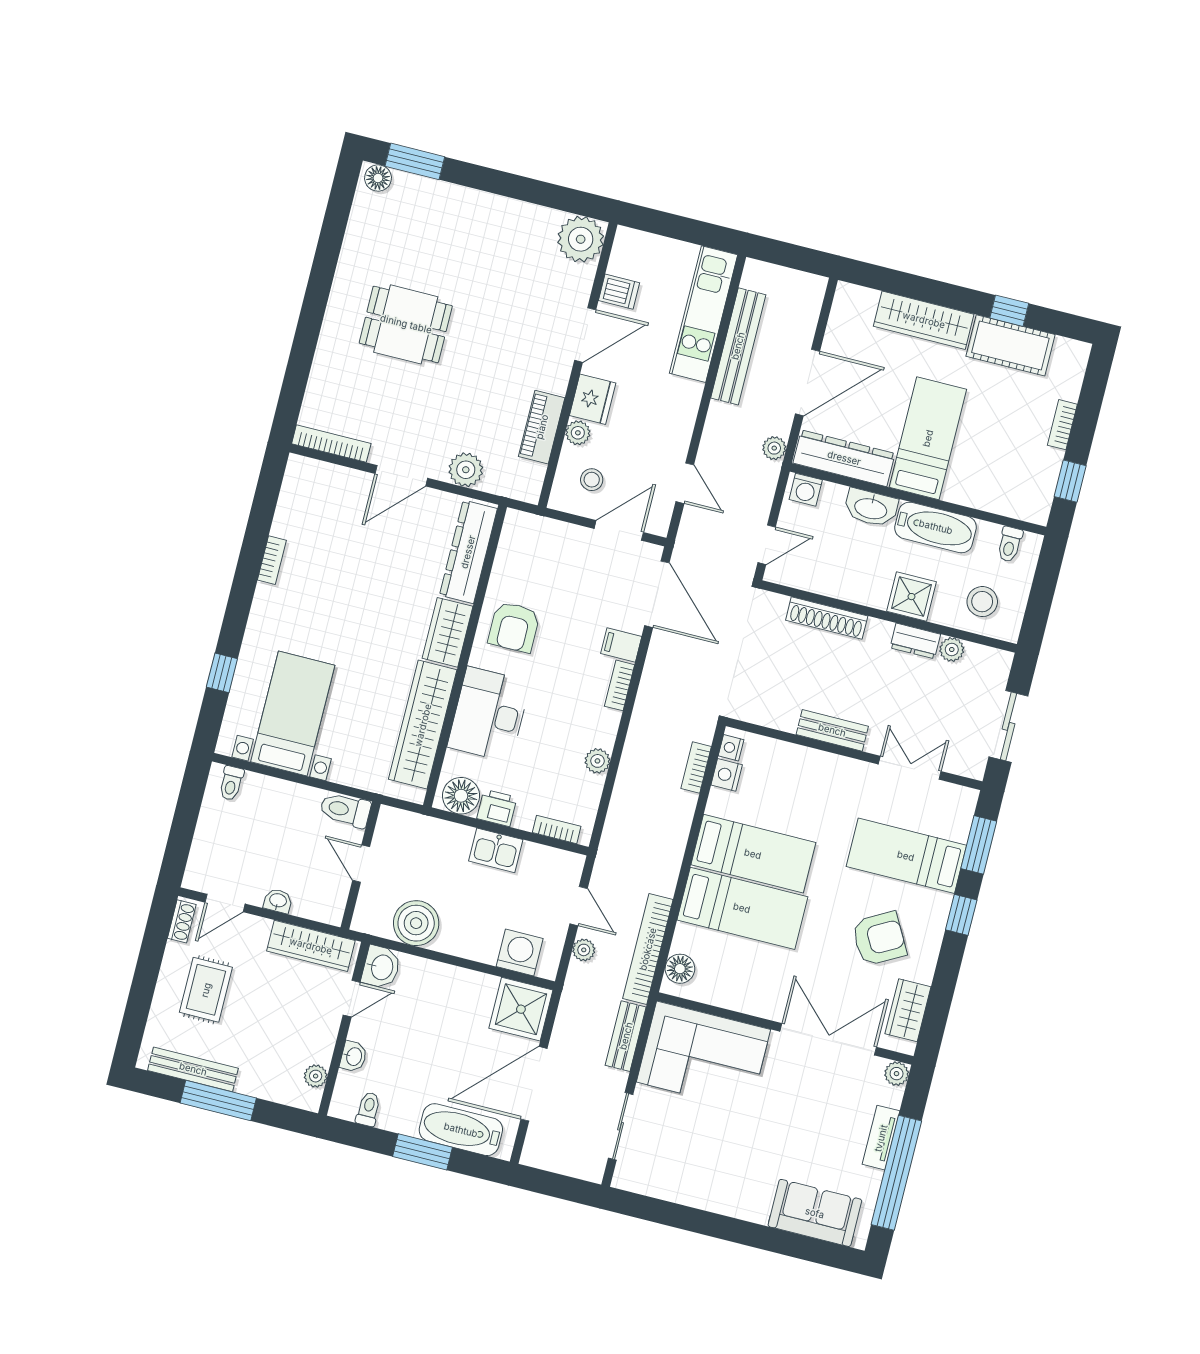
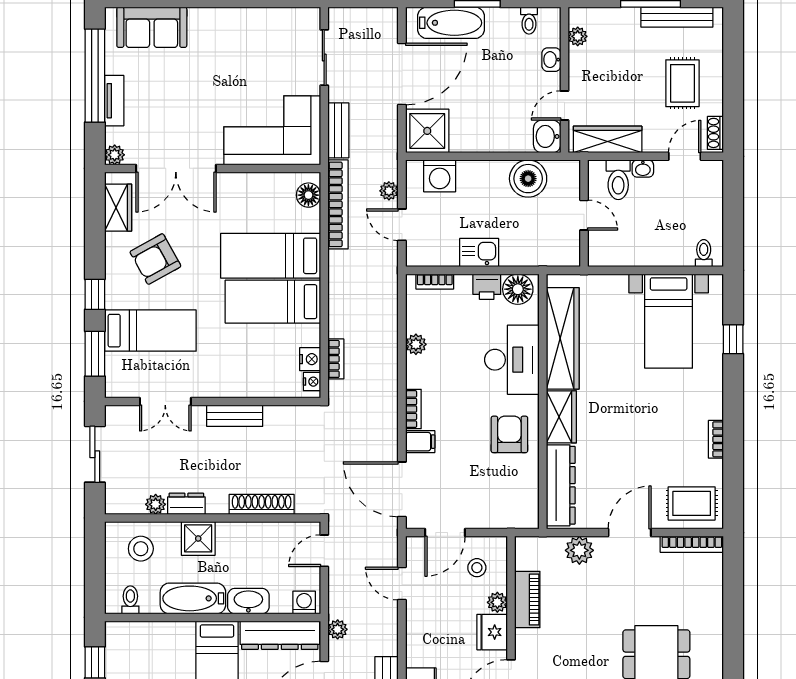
rug: (320, 492) -> (692, 503), added
toilet: (345, 810) -> (618, 180), moved, turned 90

